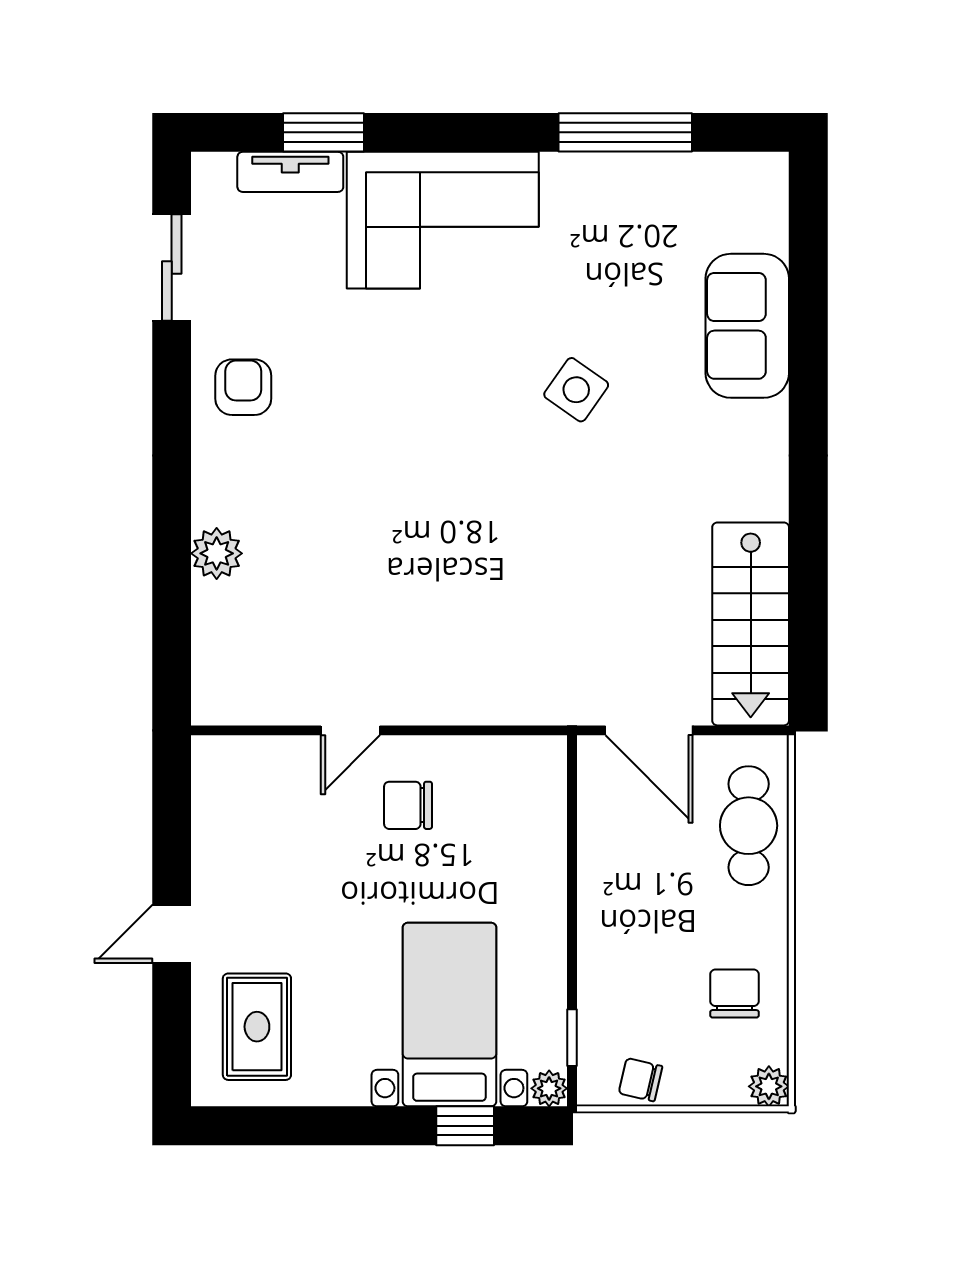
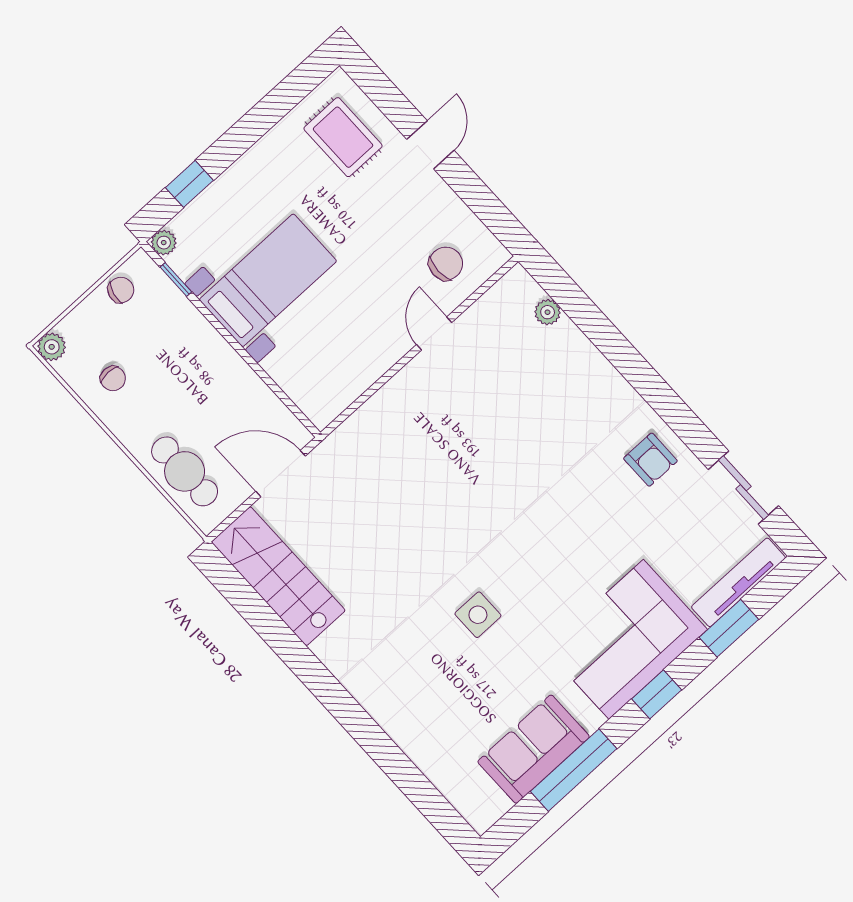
window: (464, 132) -> (657, 694), added
tv unit: (290, 172) -> (738, 582), width x1.41
sofa: (747, 326) -> (534, 749), moved, turned -90
side table: (576, 390) -> (478, 615), turned -35
plant: (217, 553) -> (548, 312), moved, width x0.73, depth x0.73
chair: (408, 805) -> (446, 264), moved
chair: (735, 994) -> (113, 378), width x0.73, depth x0.73
bed with nightstands: (449, 1015) -> (268, 280), moved, turned -90

